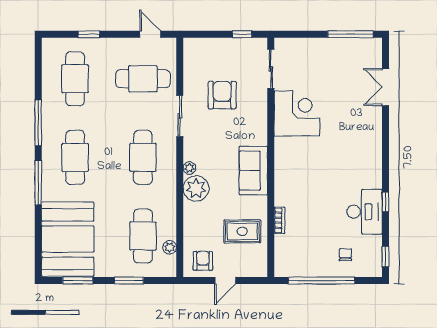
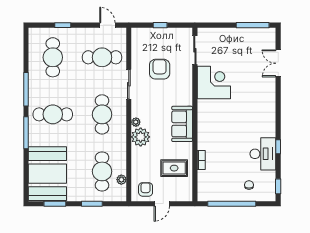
window: (242, 34) -> (160, 25), moved
cafe table: (75, 157) -> (53, 114), turned 90

